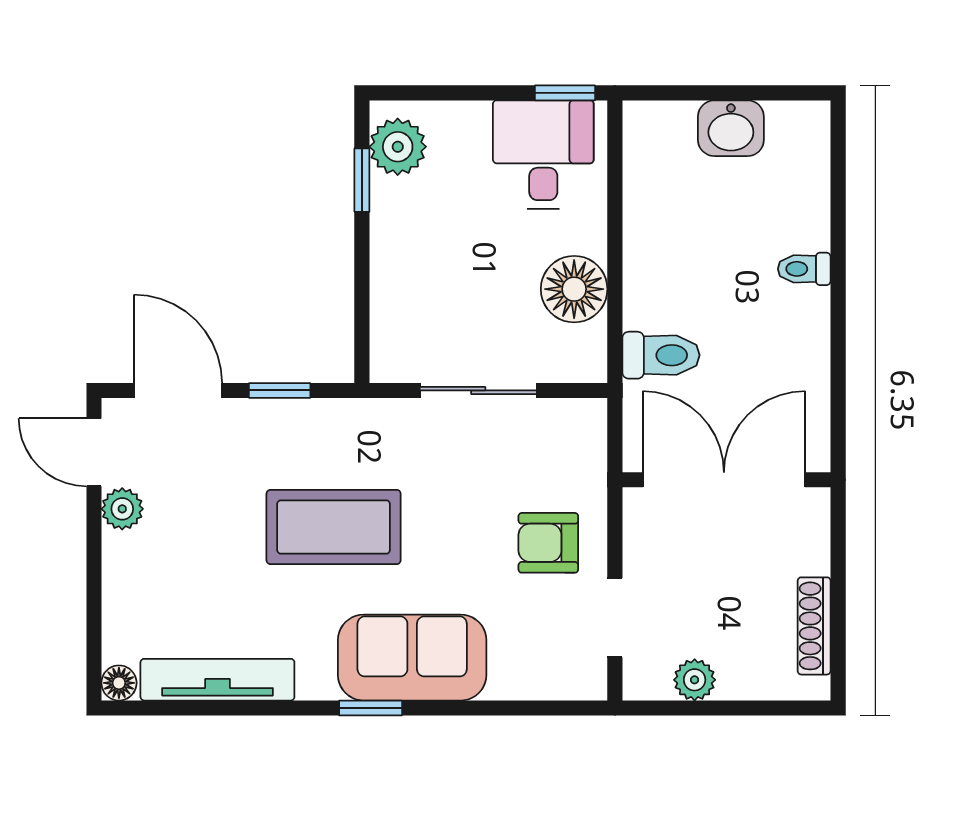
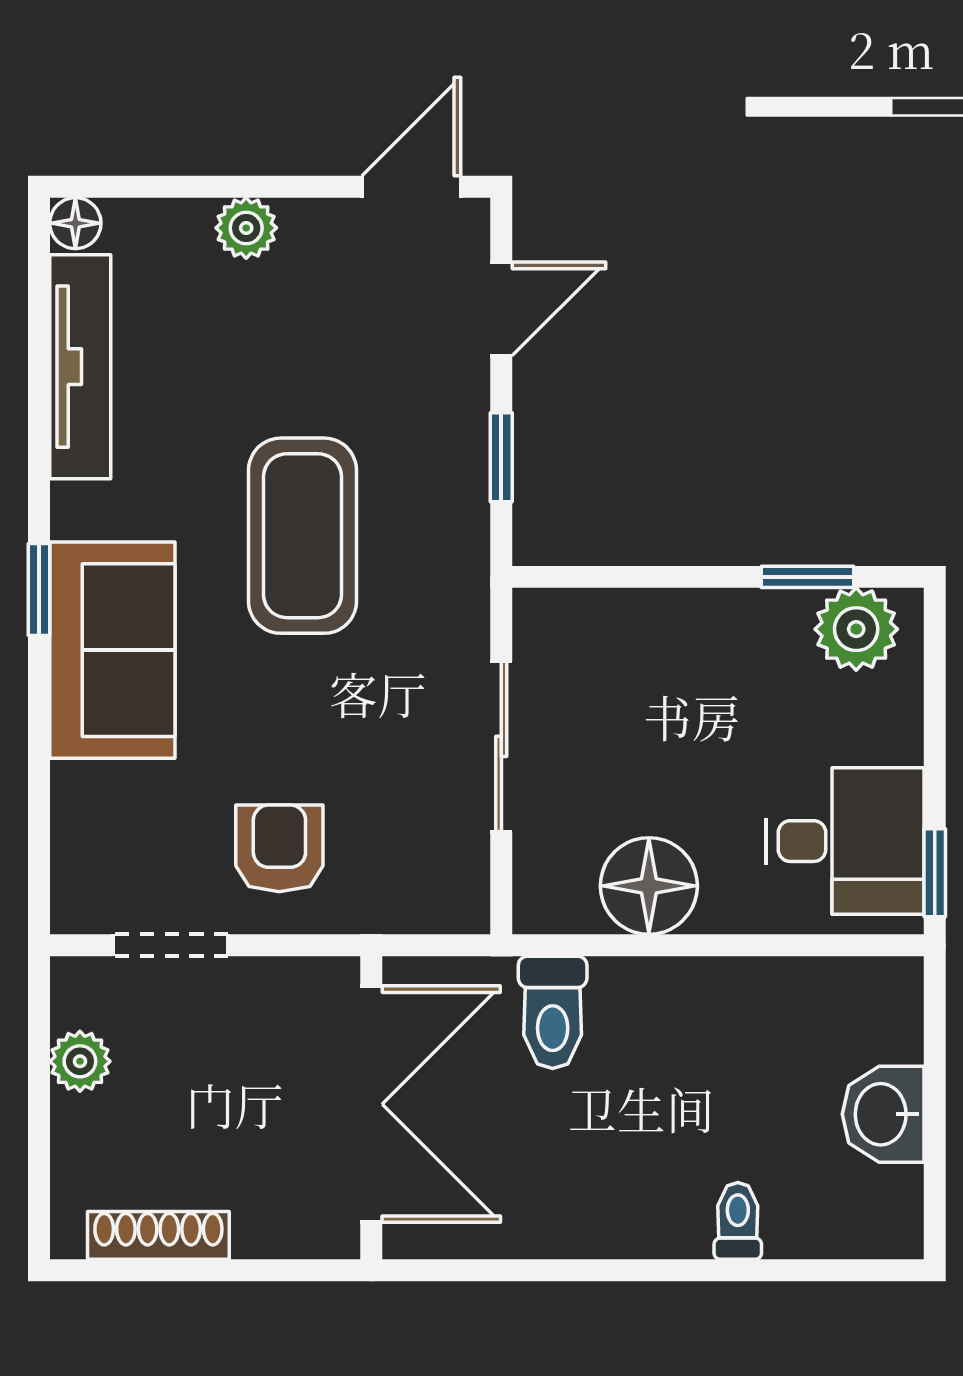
toilet: (804, 269) -> (738, 1221), moved
door: (178, 390) -> (501, 309), width x0.73
plant: (122, 509) -> (246, 228), moved

